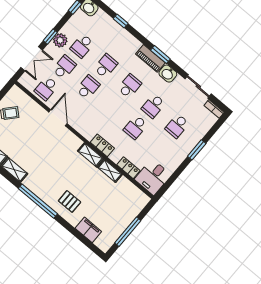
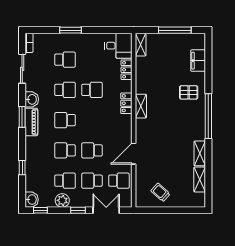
plant: (60, 40) -> (62, 200), moved
shelving: (110, 171) -> (141, 45), moved
pallet: (70, 201) -> (189, 92), turned 90

